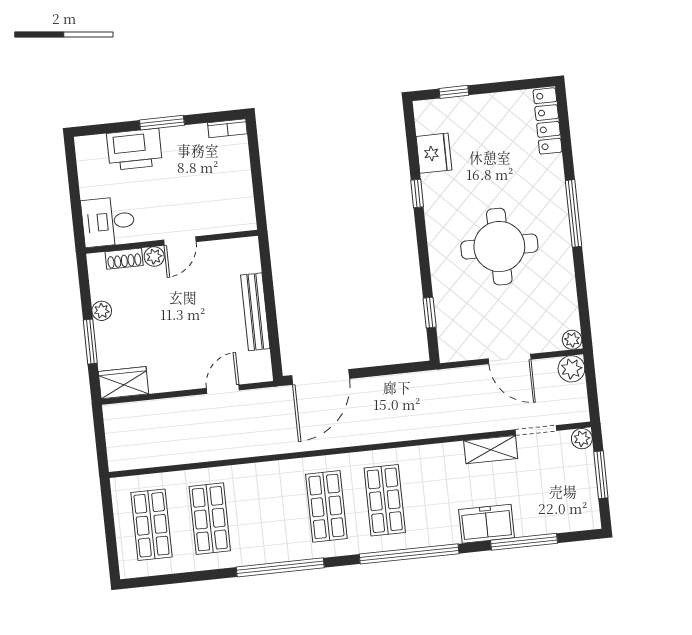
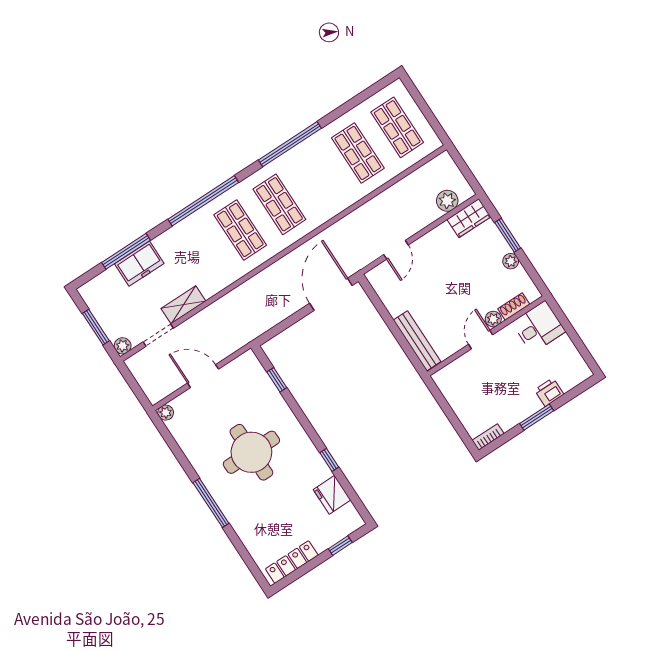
locker: (548, 121) -> (292, 562), moved, turned -90
printer: (134, 149) -> (549, 392), width x0.53, depth x0.68
bench: (255, 312) -> (417, 341), moved
plant: (571, 369) -> (447, 201), moved
freezer: (487, 524) -> (139, 264), moved

